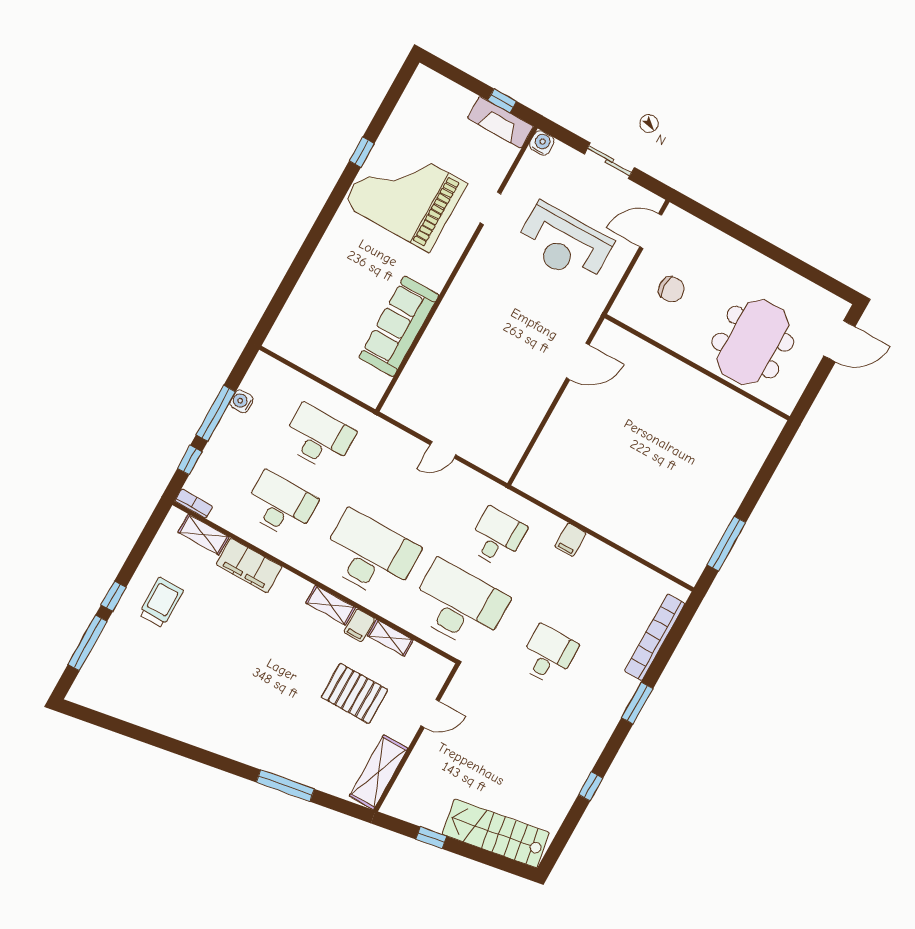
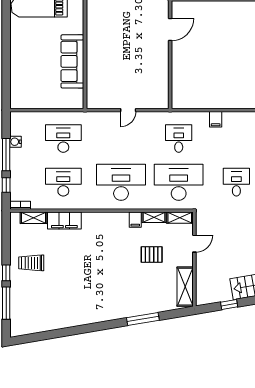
trolley: (161, 602) -> (31, 263), turned -90
shelving: (331, 605) -> (180, 218), moved
pallet: (355, 693) -> (152, 255), width x0.67, depth x0.71

